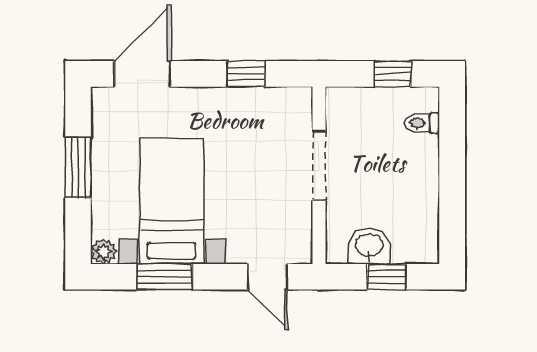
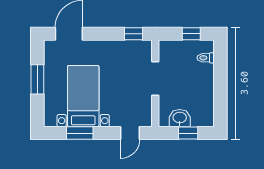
window: (246, 74) -> (134, 34), moved
plant: (103, 251) -> (50, 121), removed
door: (267, 277) -> (130, 133), hinge flipped

